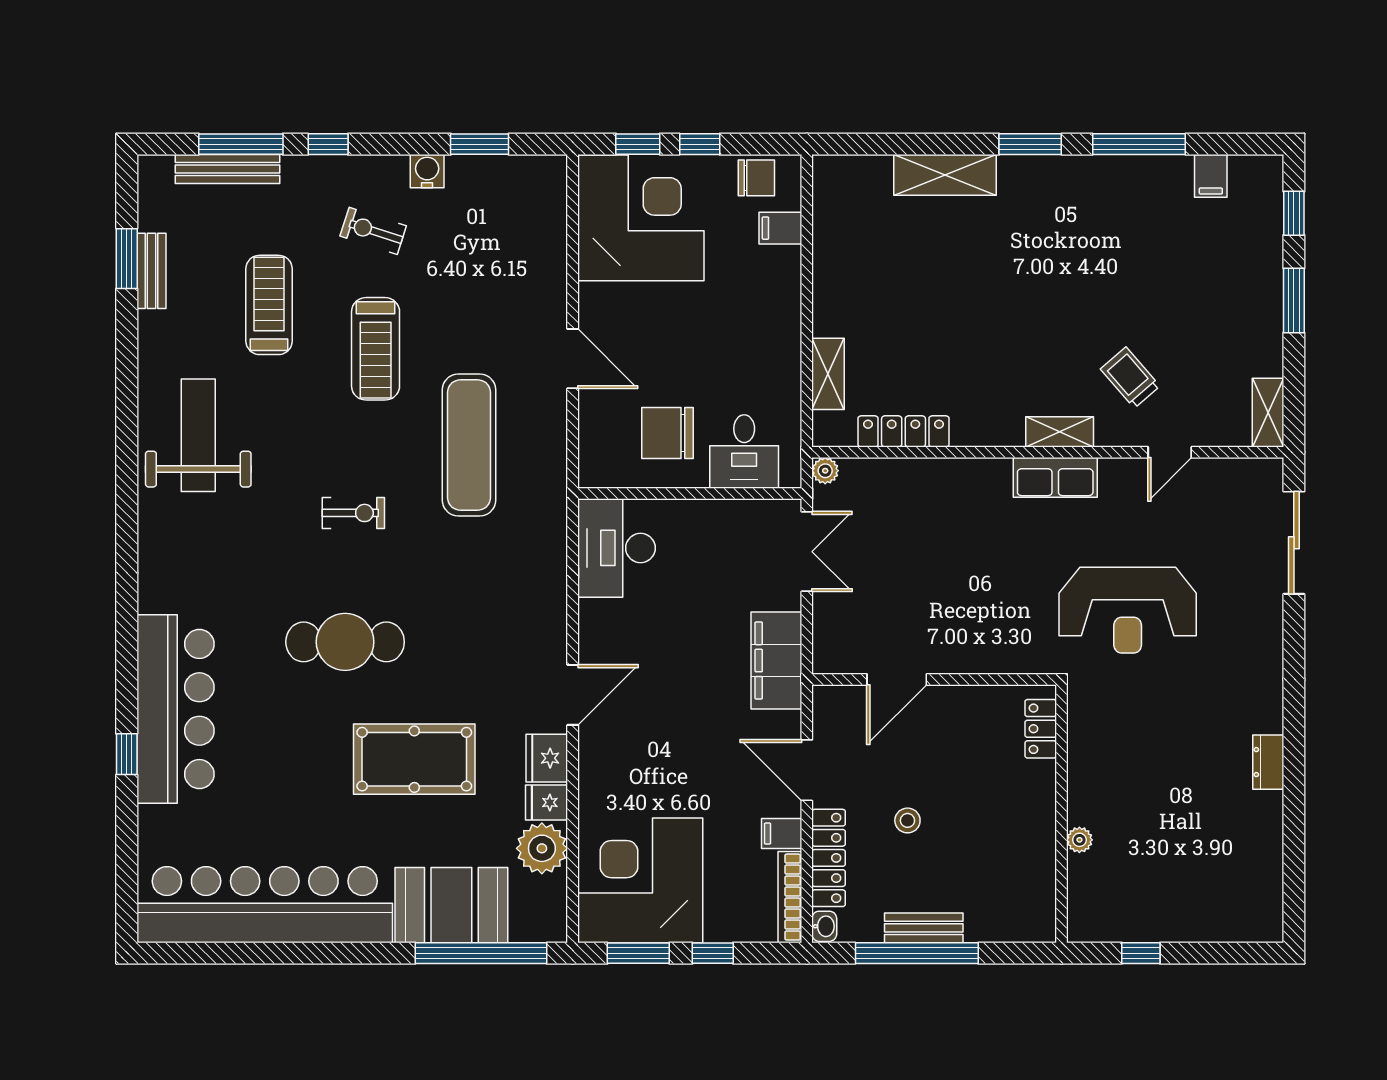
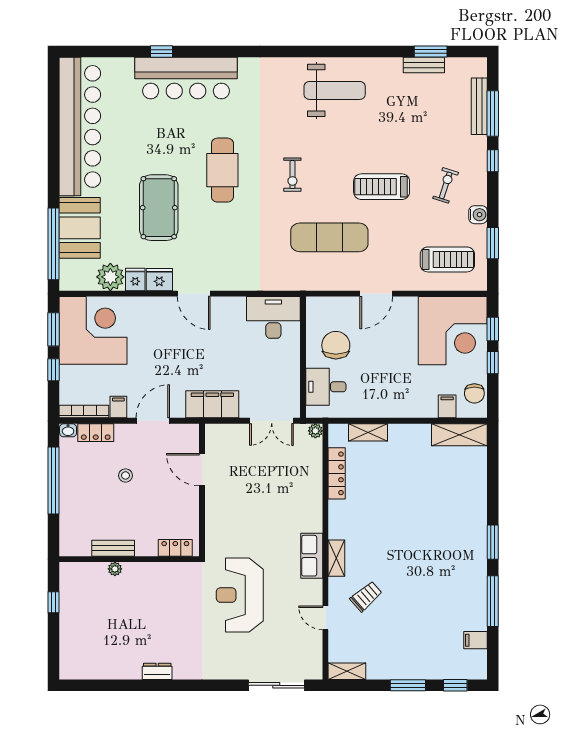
shelving: (945, 175) -> (459, 435), moved, turned 90
treadmill: (269, 305) -> (447, 259), moved
locker: (829, 858) -> (96, 433), width x0.66
bench: (924, 928) -> (113, 548), moved, turned 90

